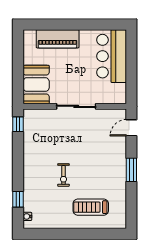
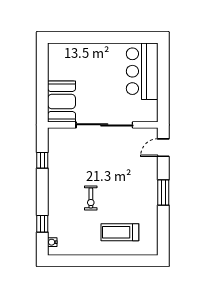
piano: (58, 39) -> (85, 53), removed
sliding door: (76, 106) -> (104, 125), width x1.36
window: (18, 124) -> (42, 160), moved

